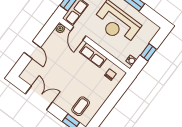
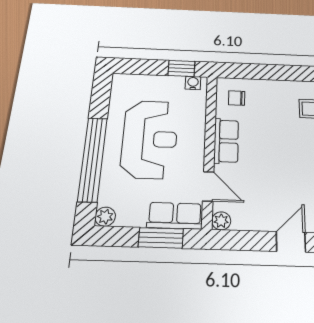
door: (78, 33) -> (208, 186), hinge flipped
window: (148, 52) -> (182, 68), moved

